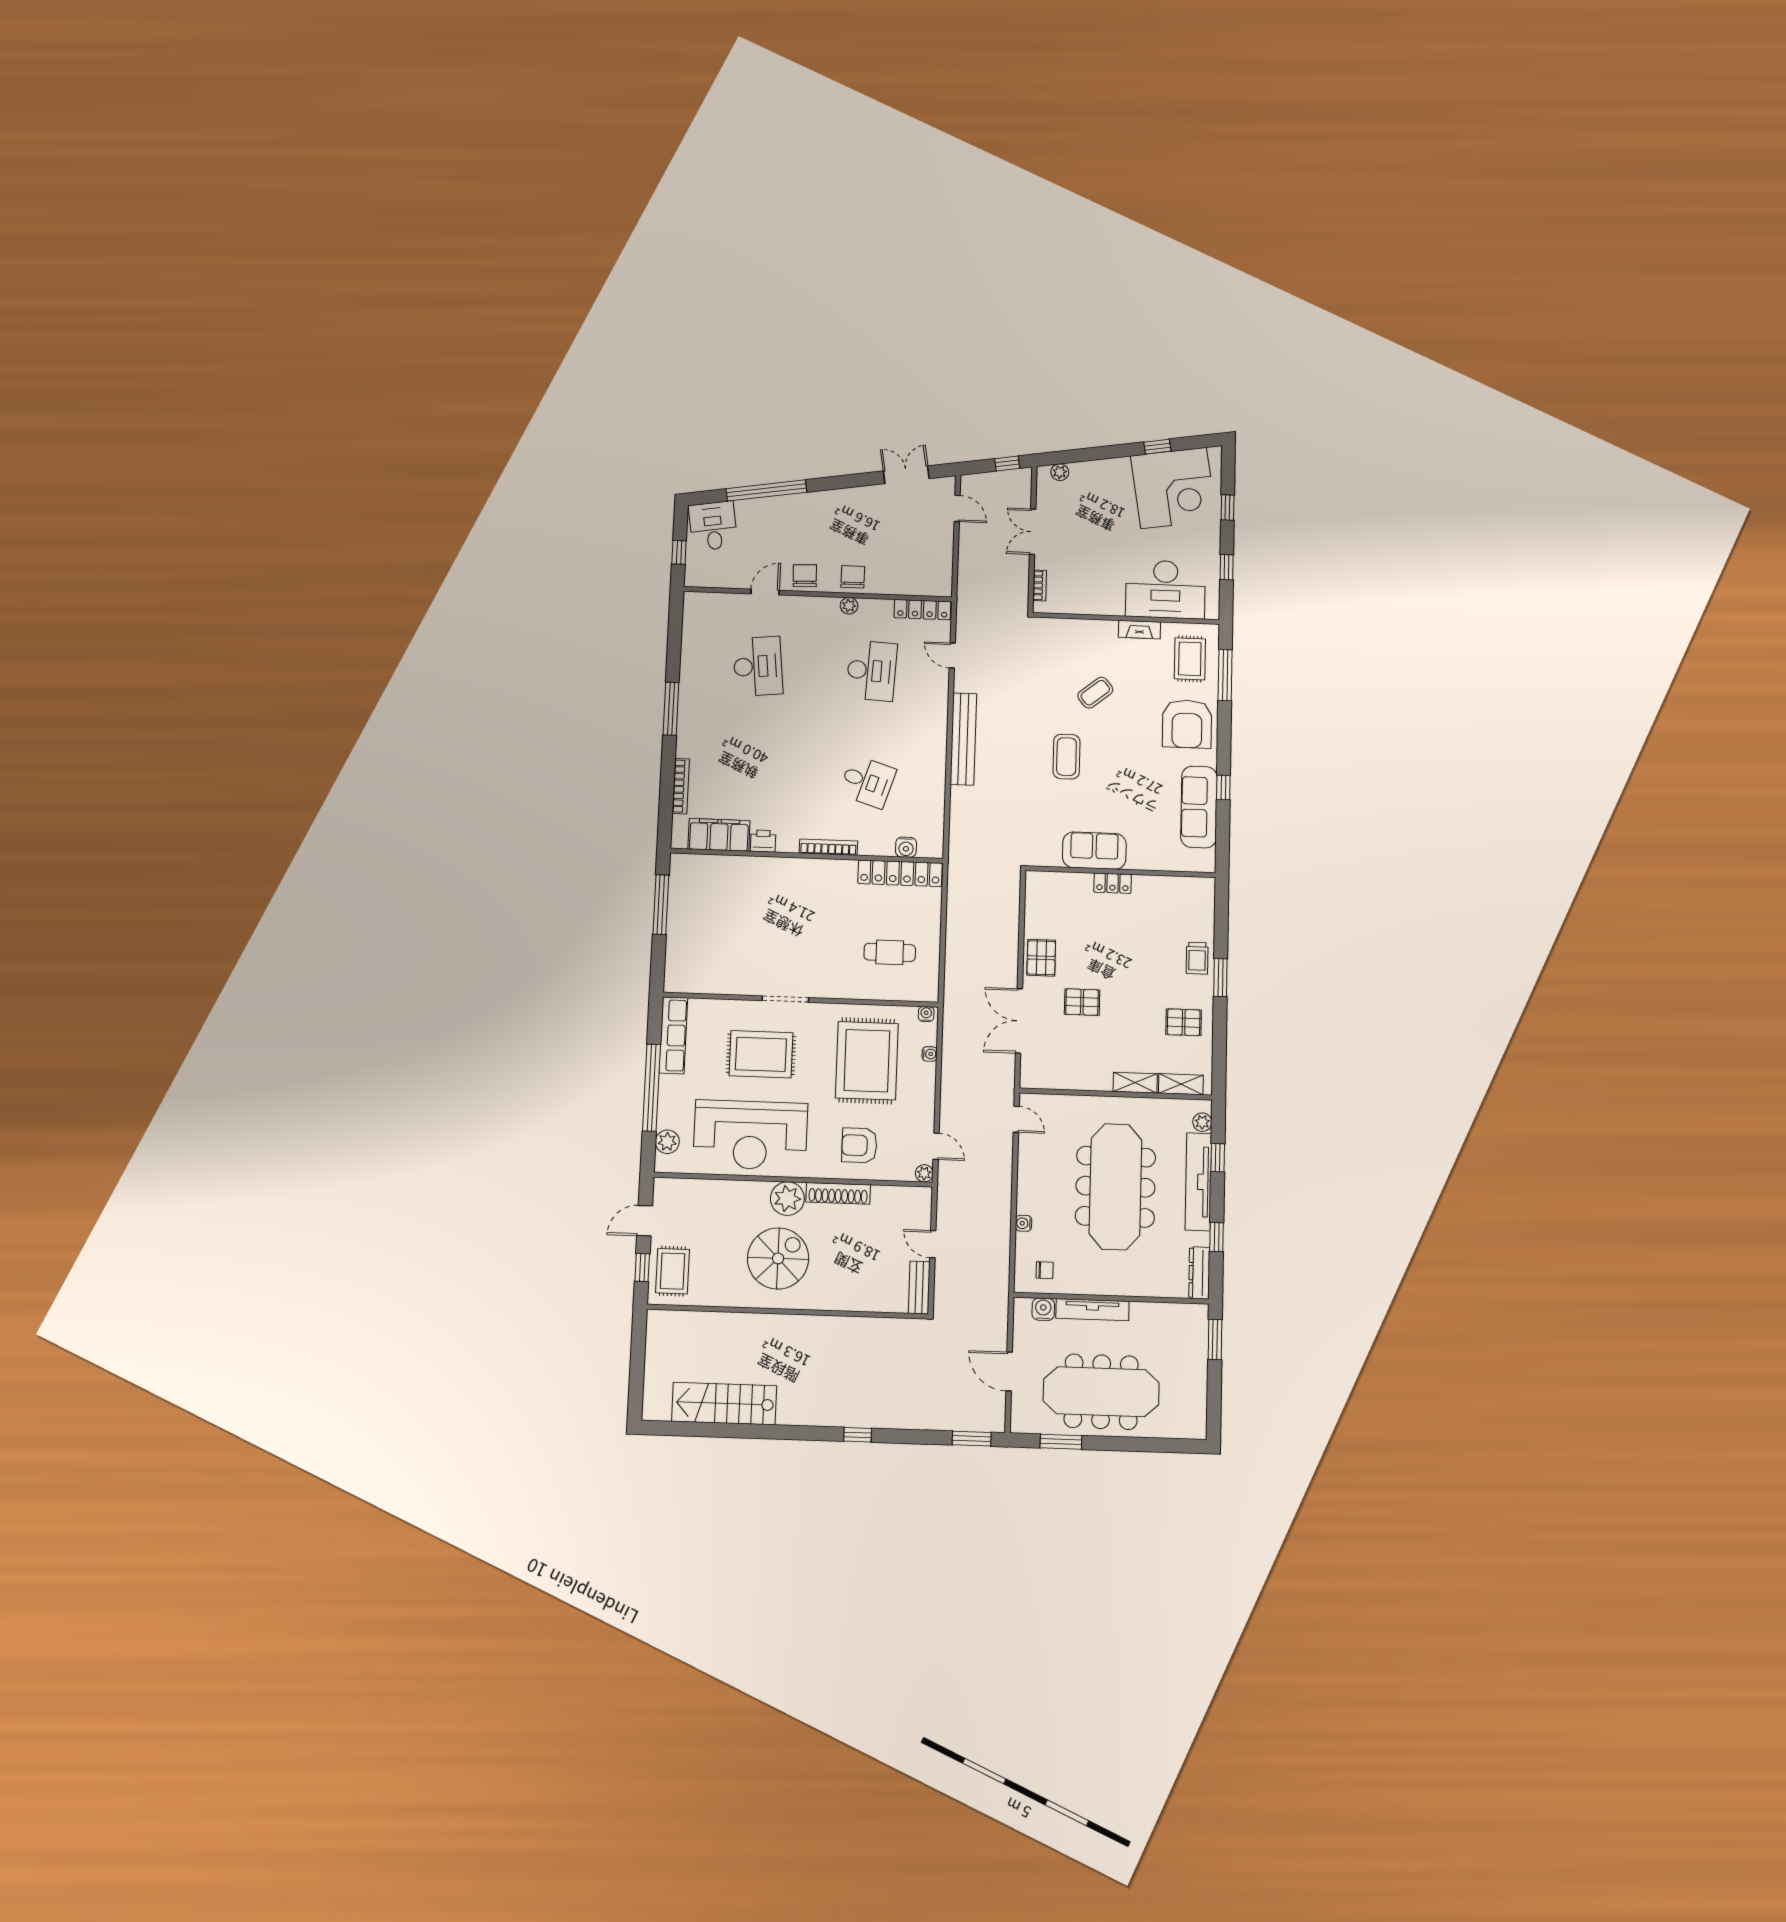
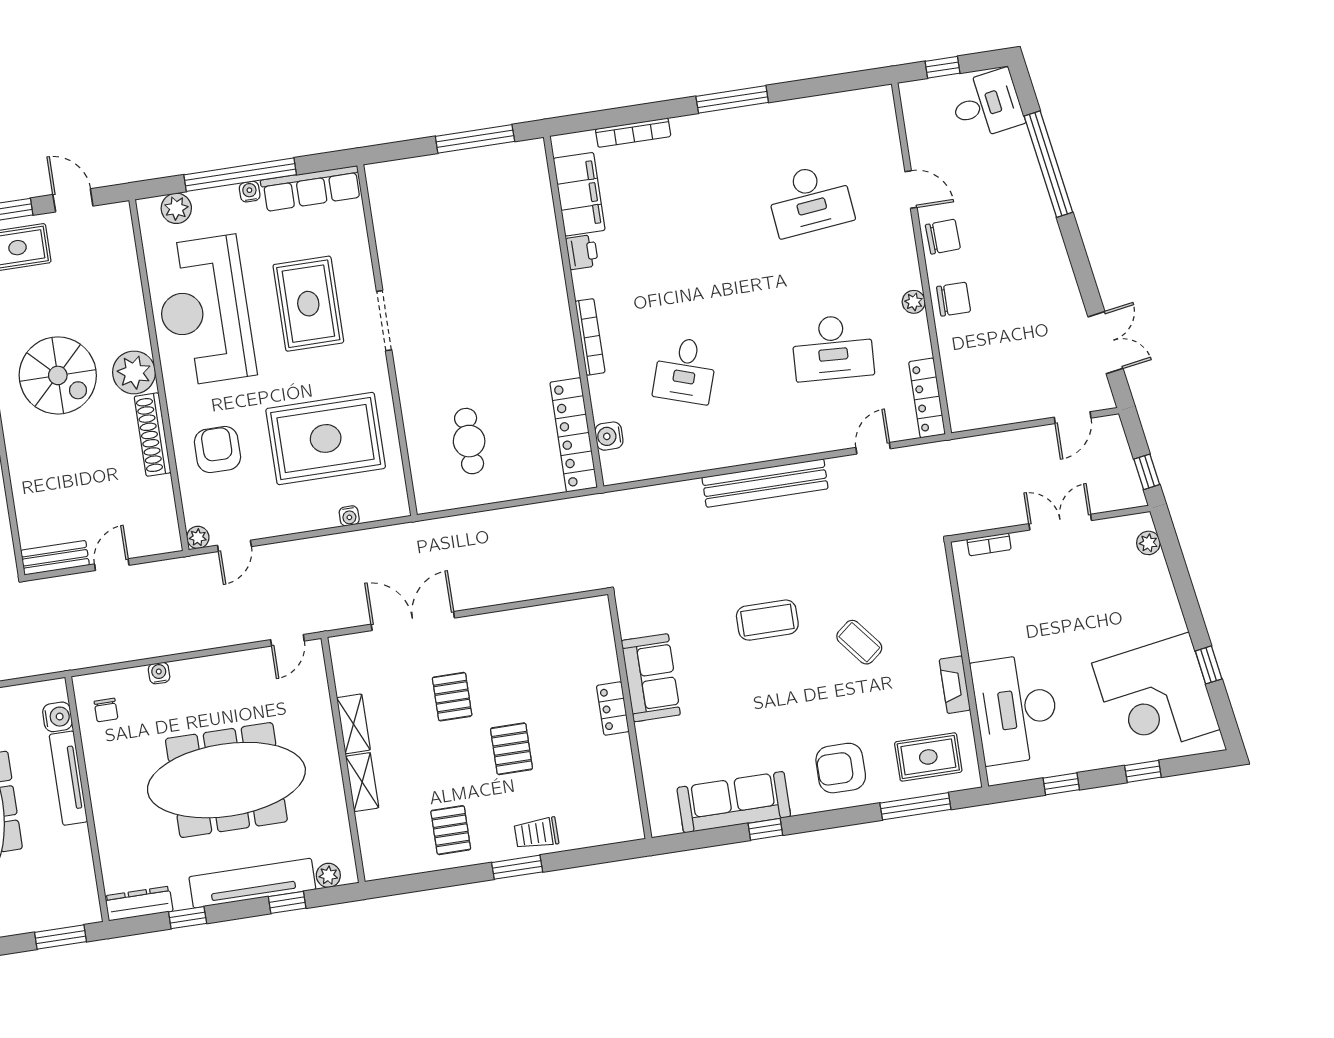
armchair: (1187, 724) -> (841, 768), width x0.73, depth x0.73
pallet: (1041, 958) -> (511, 749), moved, turned 90
water cooler: (926, 1014) -> (250, 192), moved, turned -90
shelving: (1181, 1084) -> (353, 724), moved

